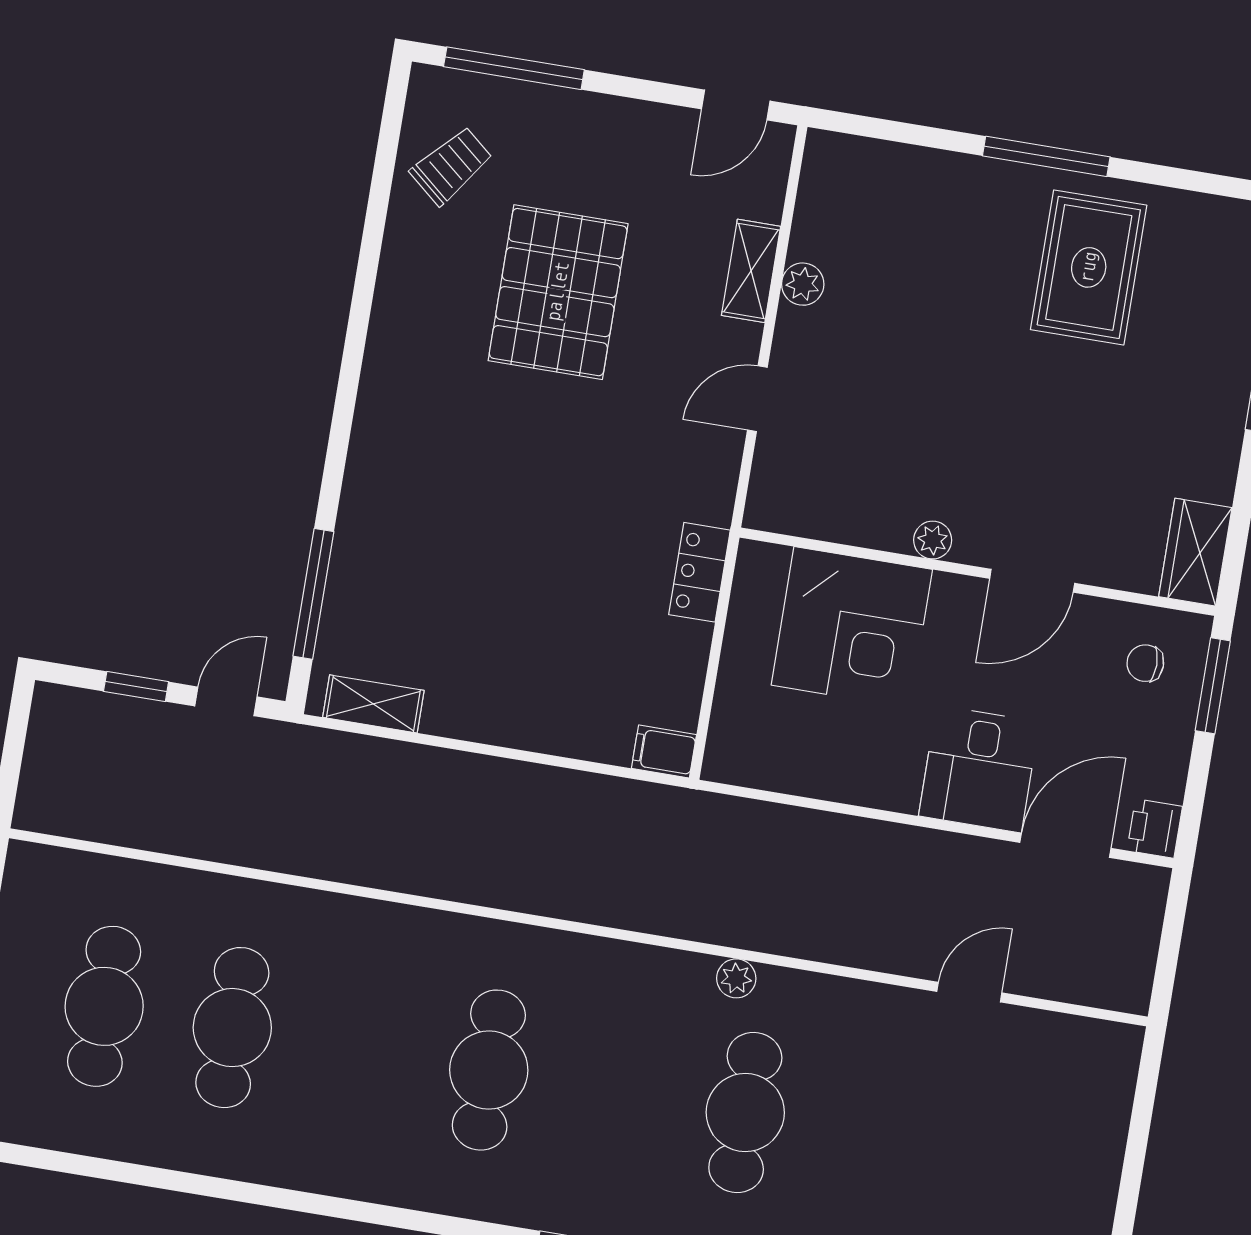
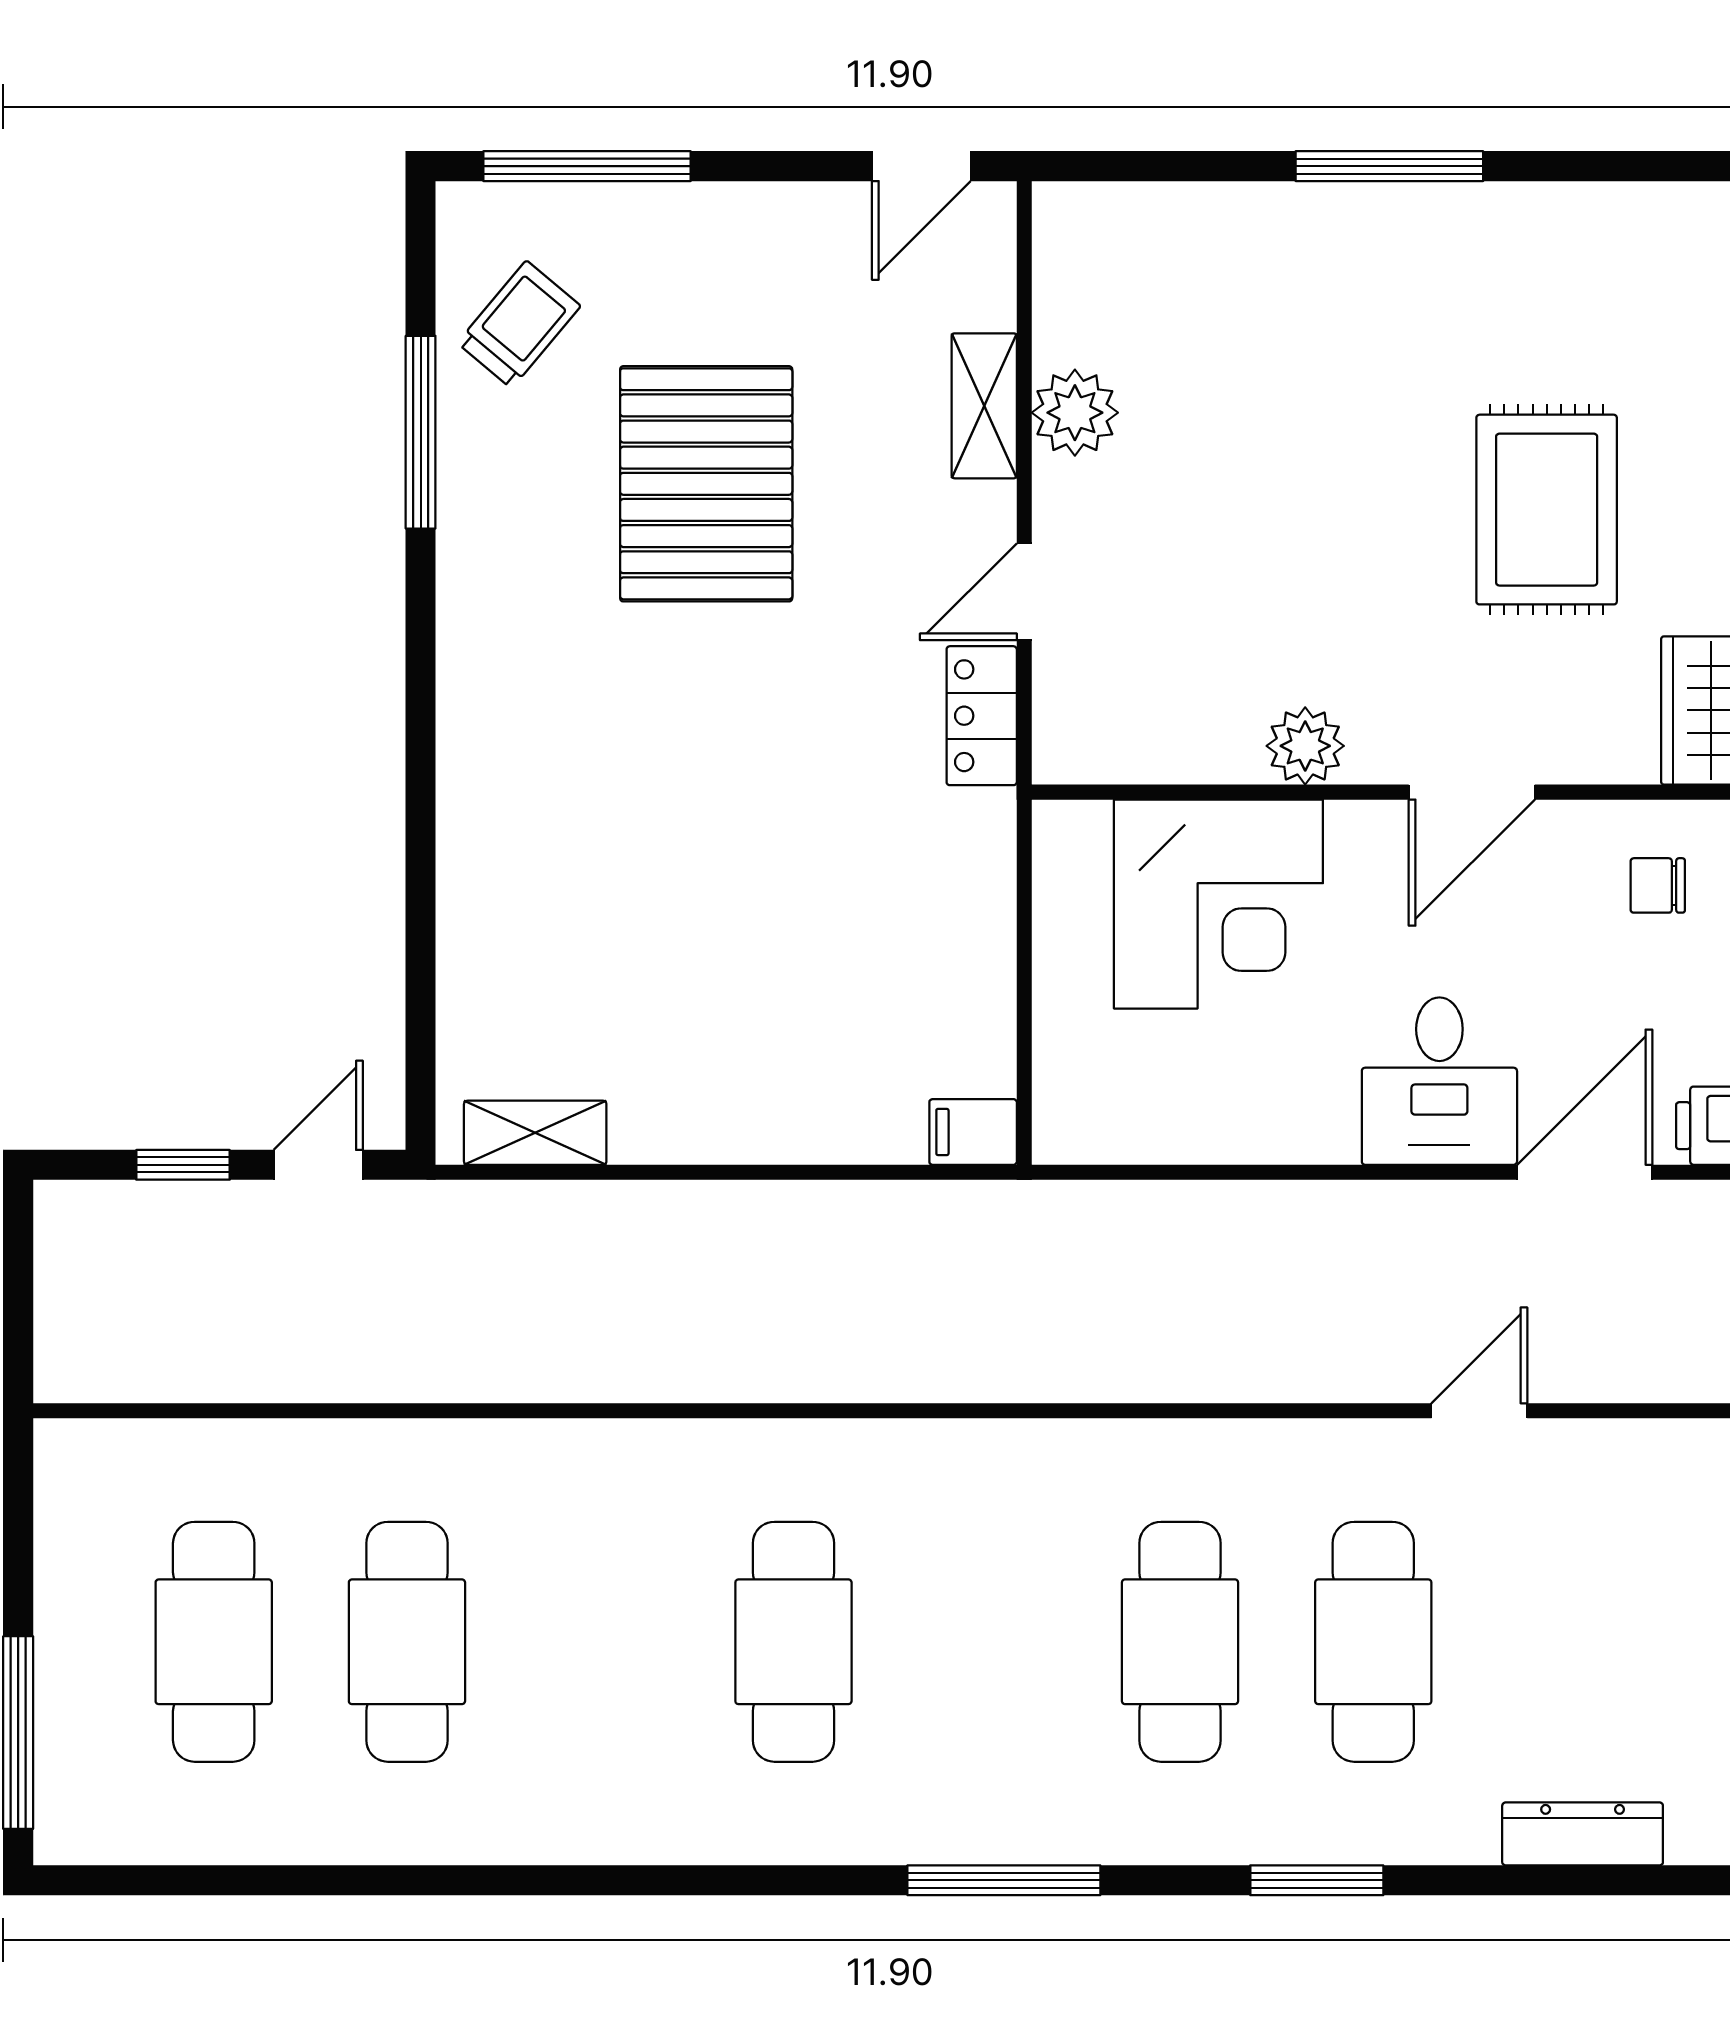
rug: (1089, 267) -> (1547, 510), moved
plant: (803, 284) -> (1075, 413), width x1.38, depth x1.38
plant: (933, 540) -> (1305, 746), width x1.38, depth x1.38
locker: (700, 572) -> (982, 716), moved
window: (313, 594) -> (421, 432), moved
plant: (736, 978) -> (1134, 1447), removed
cafe table: (874, 1134) -> (1373, 1642), added

